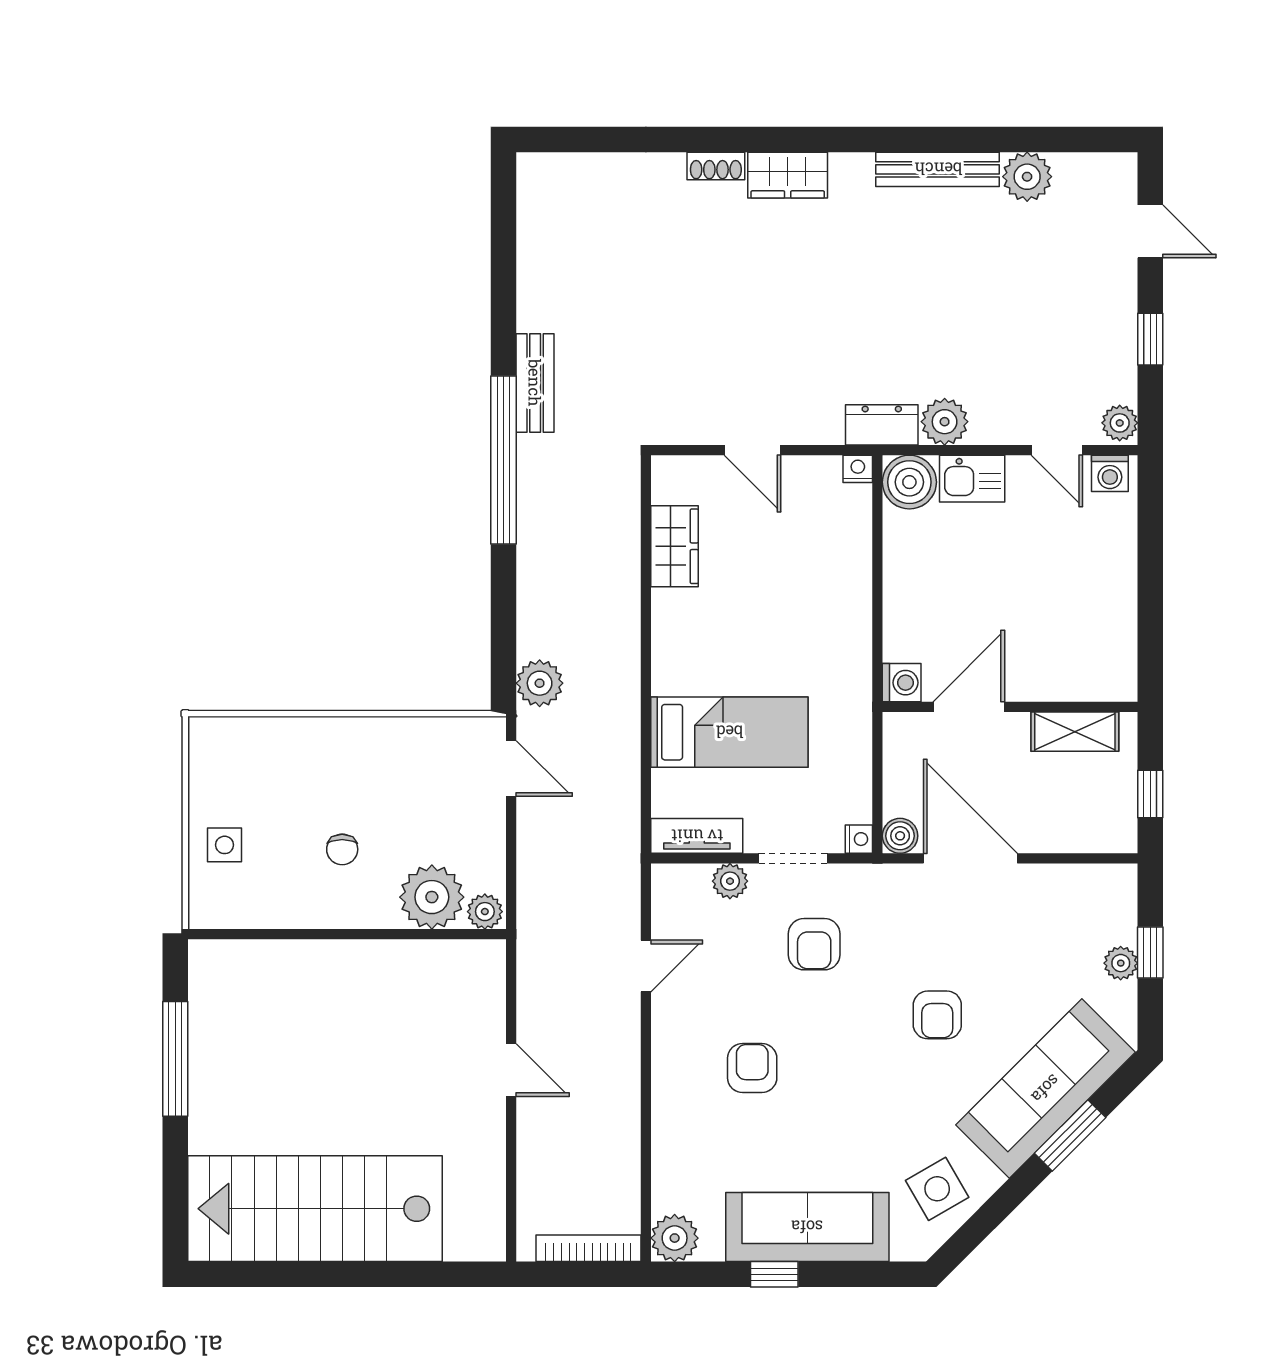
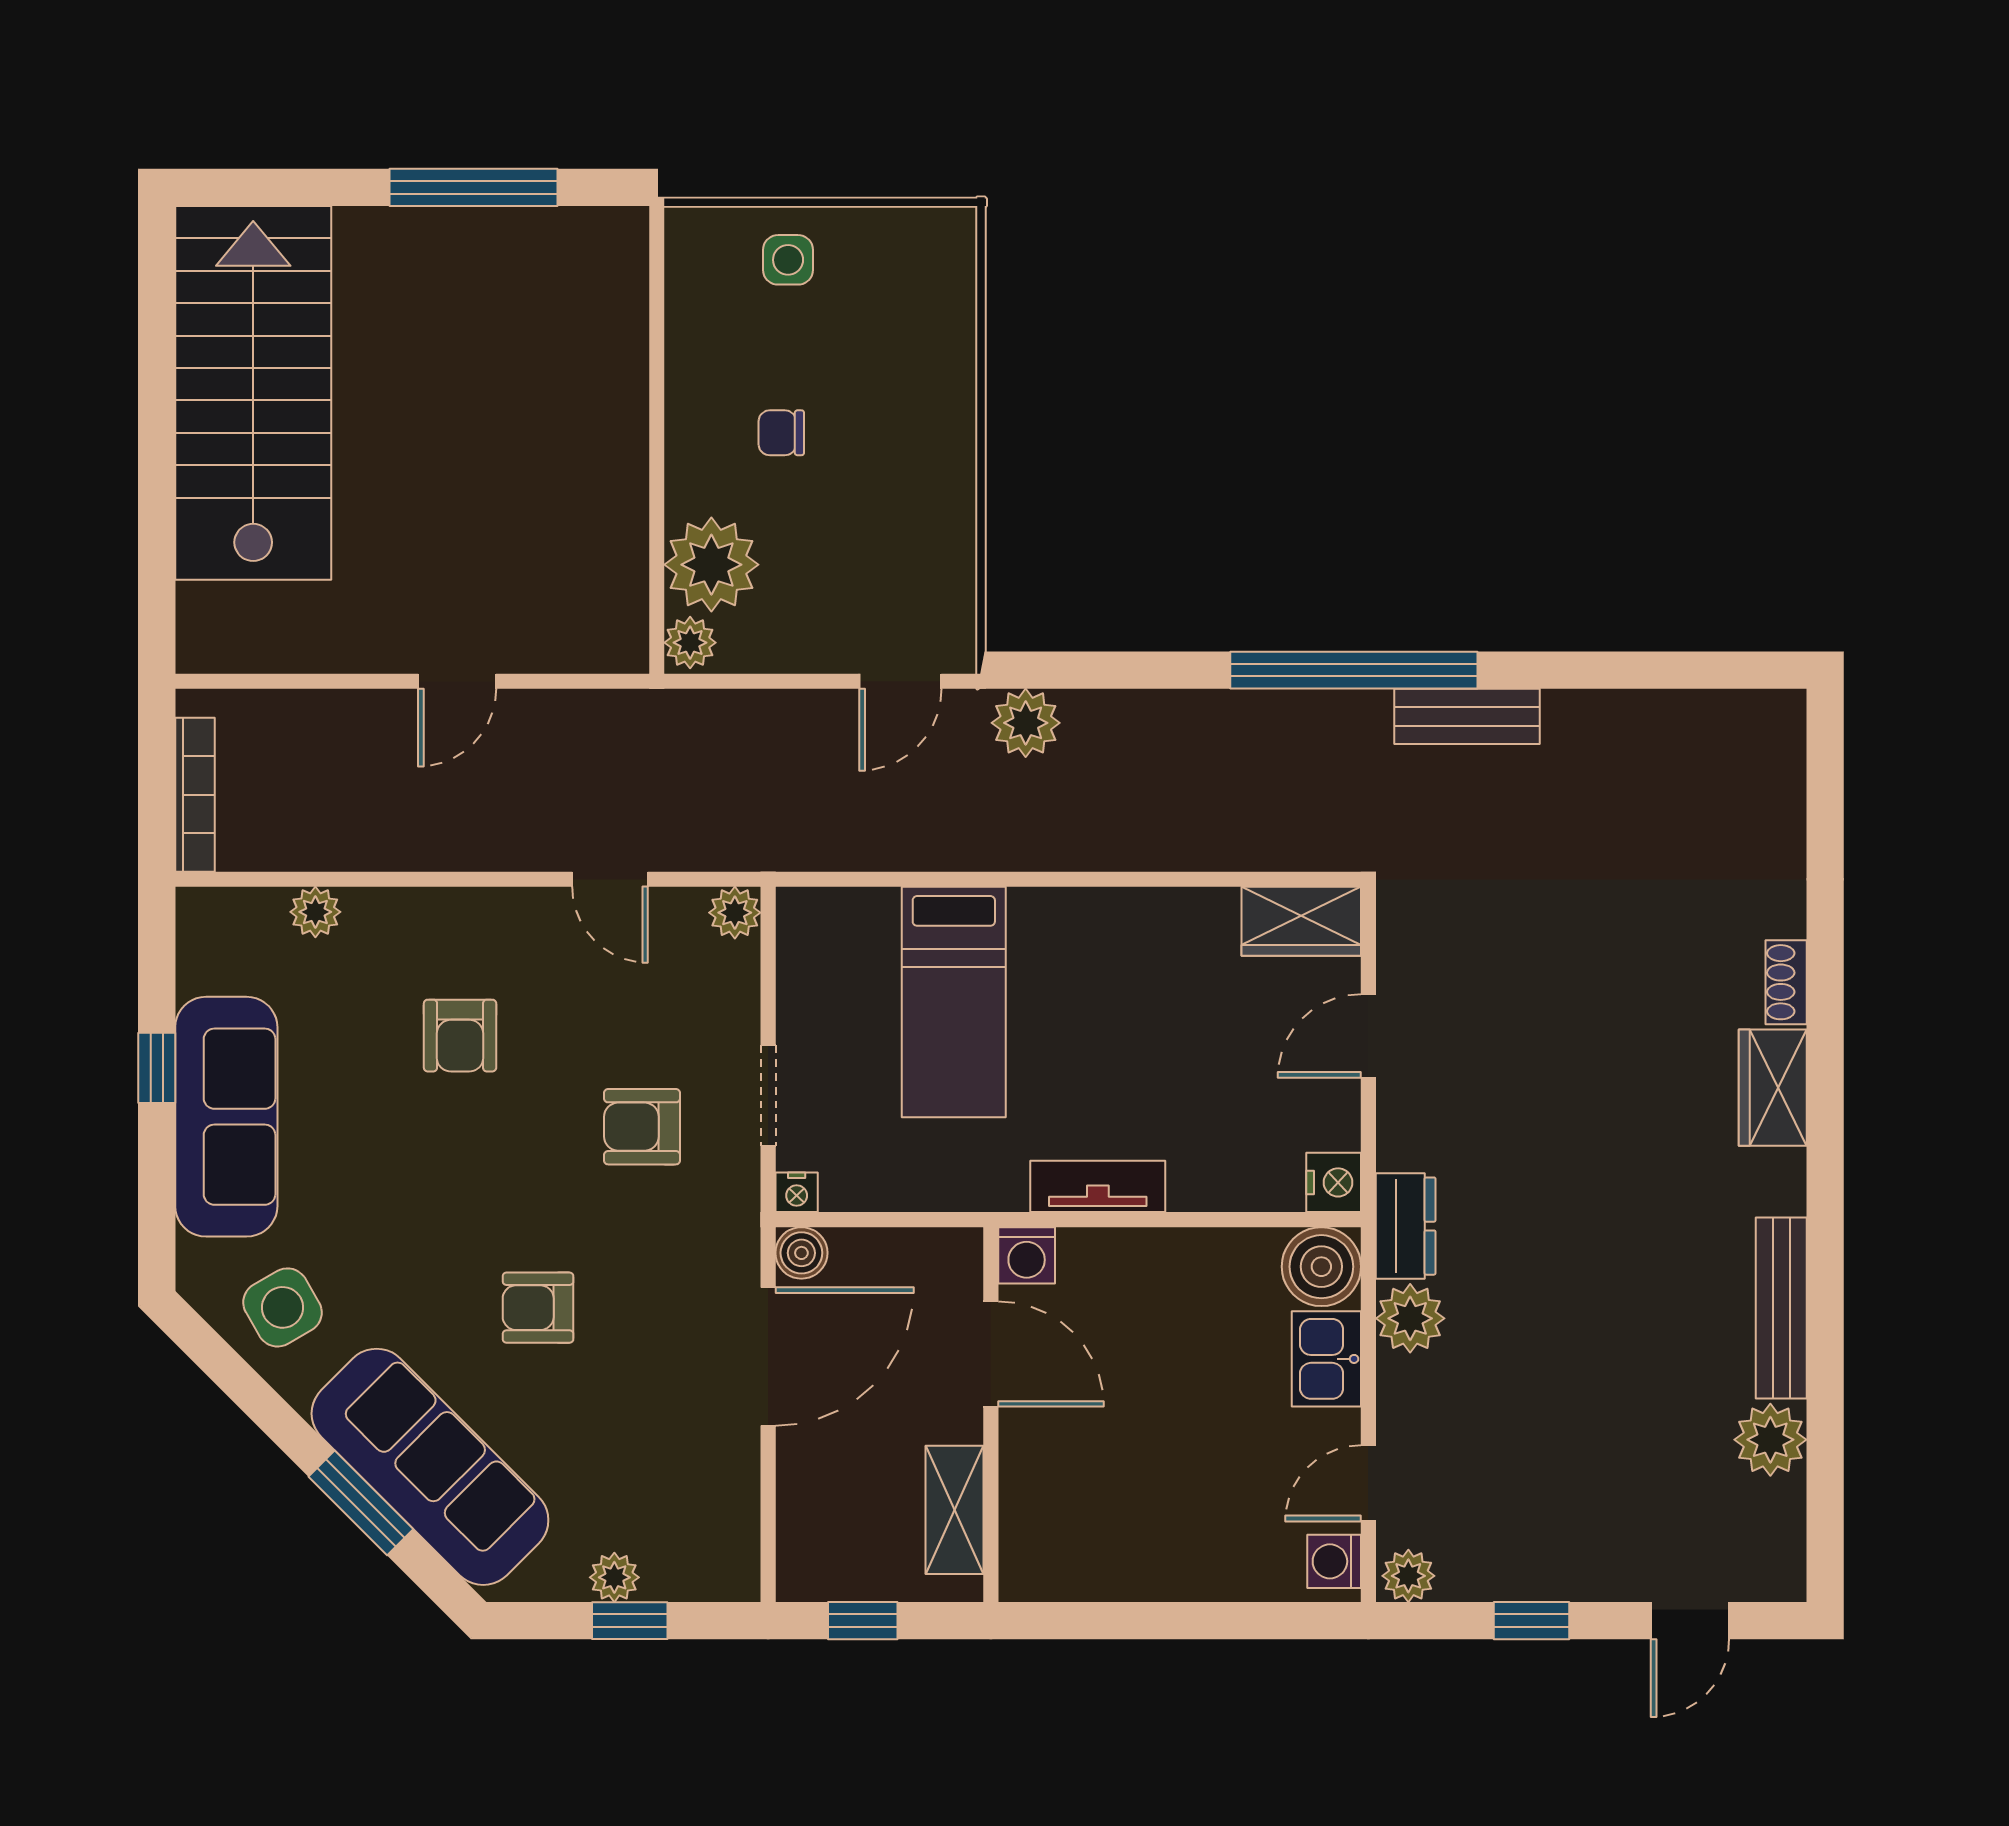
nightstand: (858, 469) -> (1334, 1182), width x1.39, depth x1.35
wardrobe: (674, 546) -> (1301, 921), moved
tv unit: (697, 836) -> (1098, 1186), moved, turned -90
plant: (730, 881) -> (735, 913), moved
armchair: (752, 1068) -> (460, 1036), turned 90
plant: (675, 1238) -> (315, 912), moved, width x0.73, depth x0.73

